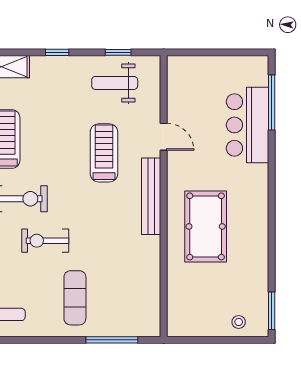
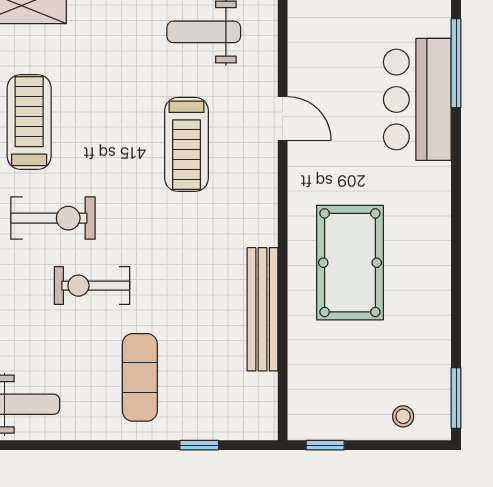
treadmill: (104, 153) -> (187, 144), turned 180
bench: (151, 196) -> (263, 309), moved
window: (112, 340) -> (199, 445), width x0.46
window: (190, 340) -> (325, 445), added

